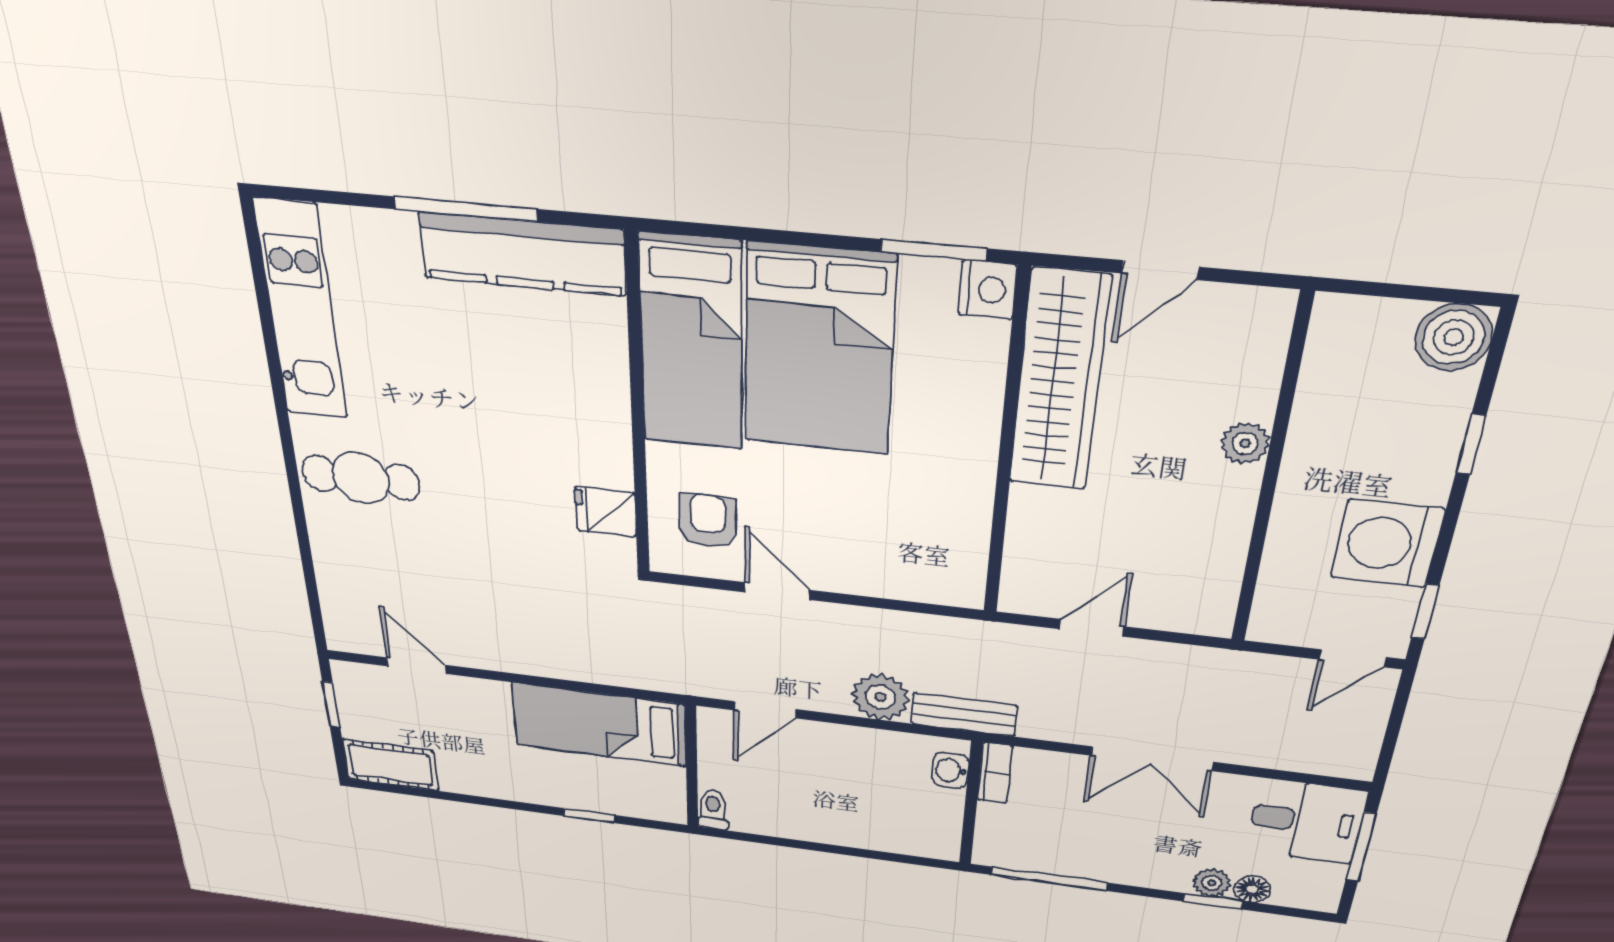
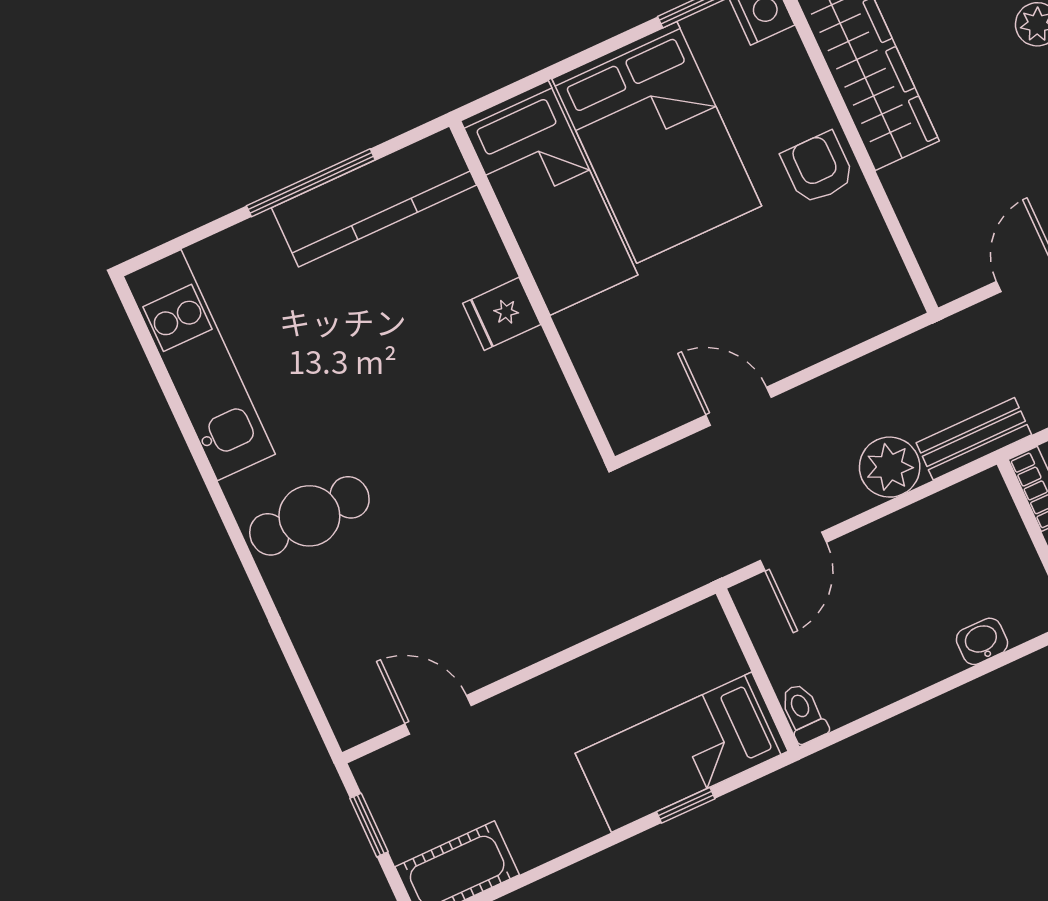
fridge: (606, 512) -> (502, 314), moved
armchair: (708, 521) -> (818, 168), moved
bed: (599, 725) -> (682, 752), moved
washbasin: (950, 770) -> (982, 641), moved, turned 90

